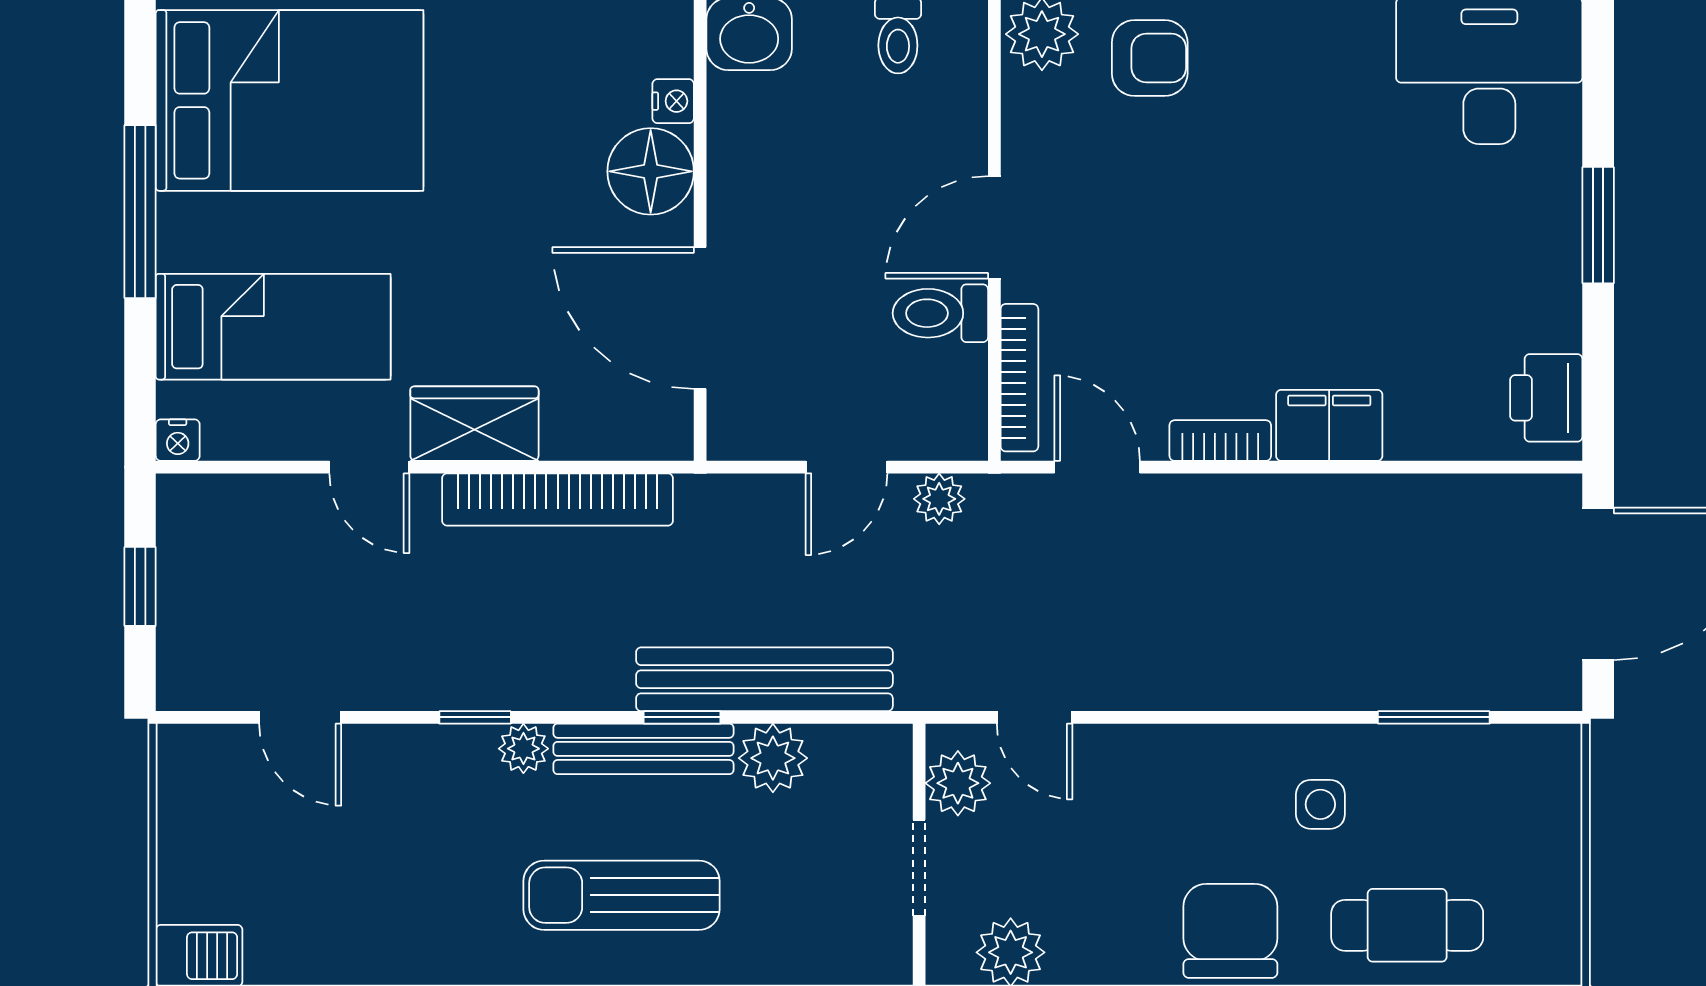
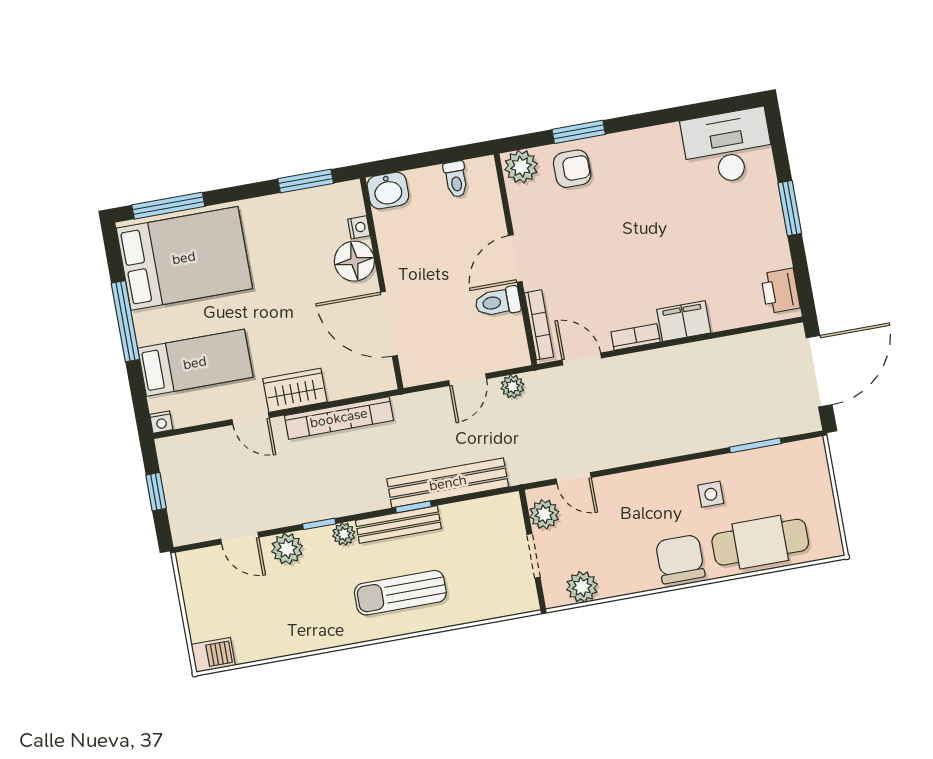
plant: (773, 758) -> (287, 549), moved
cafe table: (1407, 925) -> (760, 542), width x1.37, depth x1.35

